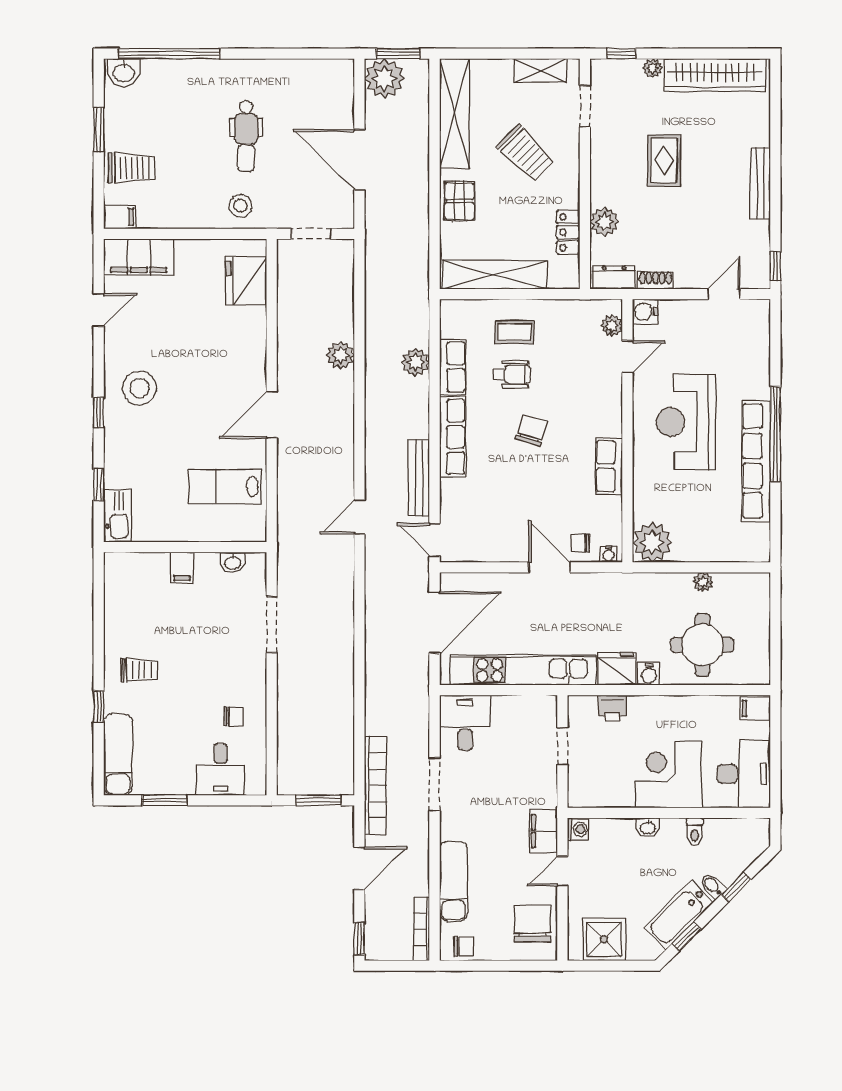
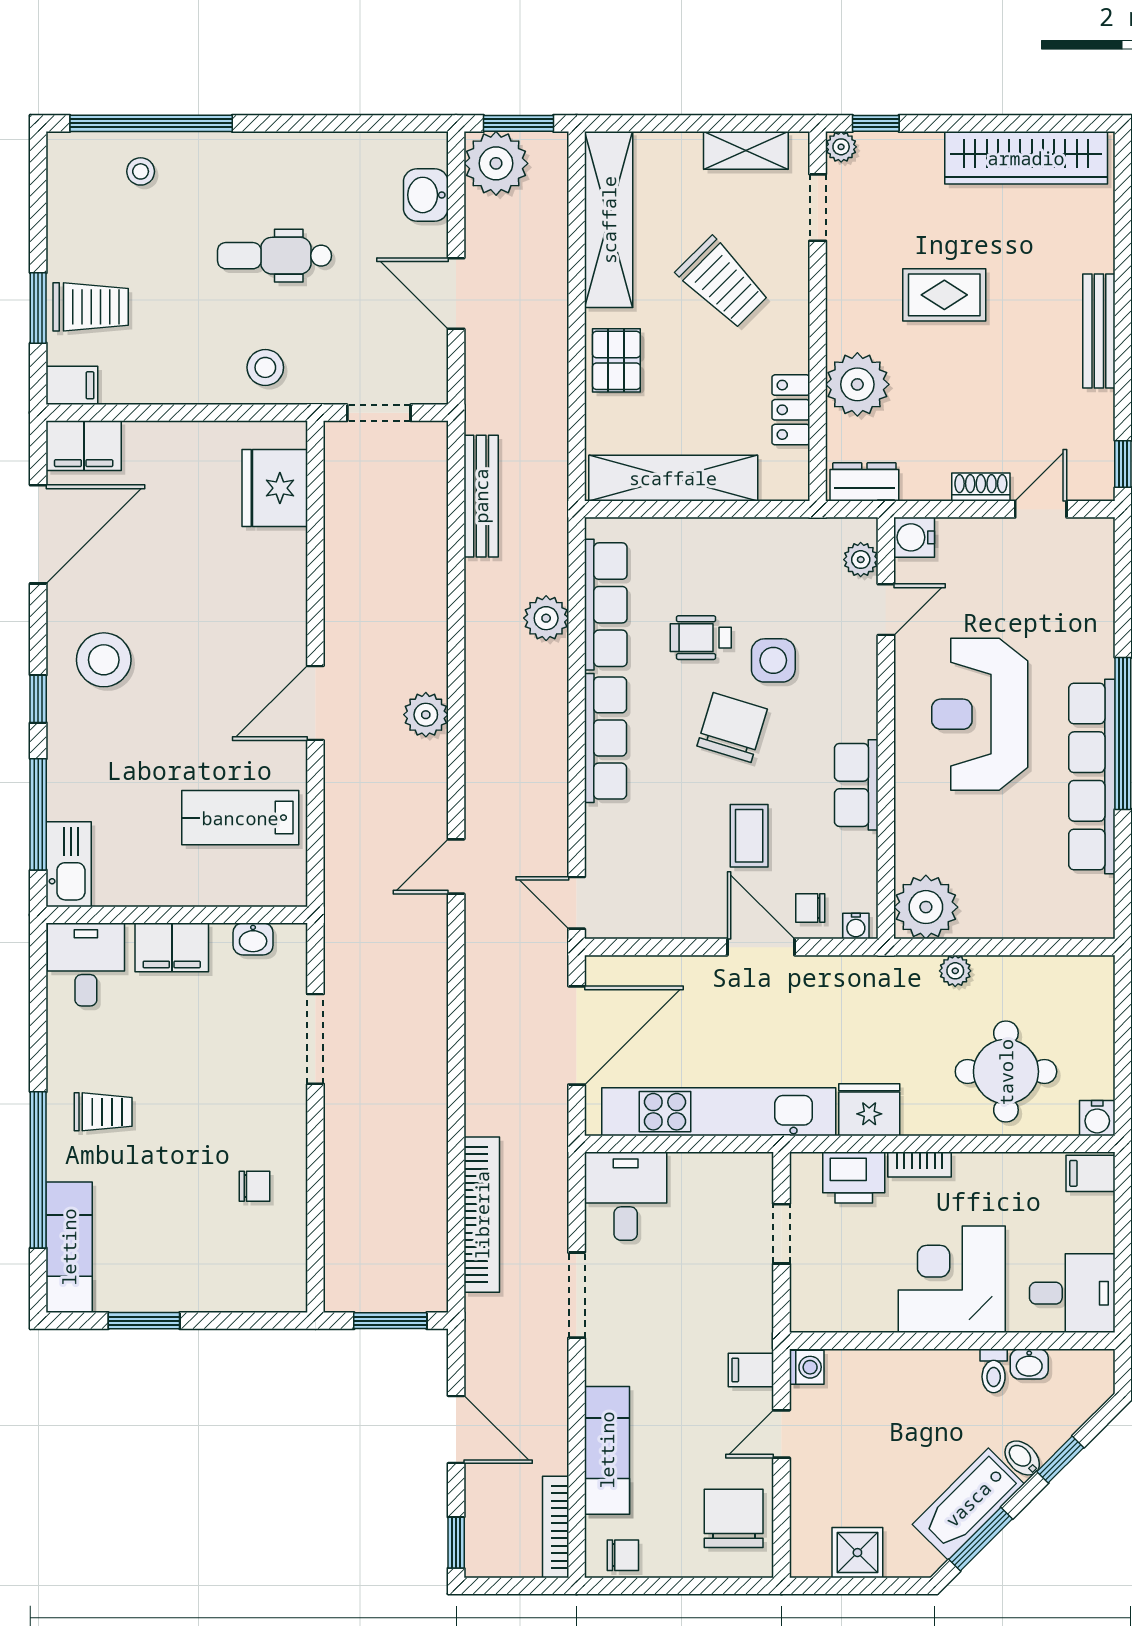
plant: (653, 68) -> (841, 147), moved
washbasin: (124, 72) -> (426, 195), moved, turned 90
stool: (163, 84) -> (141, 171), added
window: (99, 130) -> (38, 308), moved
dental chair: (246, 136) -> (275, 256), turned 90
door: (359, 160) -> (456, 294), width x0.73
rug: (664, 161) -> (944, 295), turned 90
plant: (604, 222) -> (857, 384), width x1.36, depth x1.36
filing cabinet: (139, 257) -> (84, 446), width x0.67, depth x0.86
shoe rack: (655, 280) -> (981, 487), moved
door: (99, 310) -> (38, 534), width x1.88
coffee table: (514, 332) -> (749, 836), moved, turned 90
plant: (340, 355) -> (426, 715), moved
row of seats: (453, 367) -> (606, 605), width x1.48
wheelchair: (512, 374) -> (701, 638), turned 180
side table: (557, 388) -> (773, 660), added
chair: (532, 430) -> (732, 727), width x1.37, depth x1.37
bench: (419, 478) -> (481, 496), moved
window: (99, 485) -> (38, 814), width x2.17
filing cabinet: (182, 567) -> (172, 947), width x2.00
plant: (703, 582) -> (955, 971), moved
water cooler: (649, 674) -> (1097, 1118), moved
bookcase: (648, 703) -> (920, 1165), added
window: (99, 706) -> (38, 1170), width x3.17
printer: (613, 708) -> (854, 1177), width x1.36, depth x1.24
desk: (221, 769) -> (86, 964), moved, turned 180
desk: (744, 774) -> (1072, 1293), width x0.73
bookcase: (375, 785) -> (482, 1215), moved
washbasin: (648, 827) -> (1029, 1364), moved
filing cabinet: (543, 831) -> (751, 1370), width x0.50
door: (359, 868) -> (456, 1429), hinge flipped
window: (687, 937) -> (981, 1539), width x1.50
shower: (604, 939) -> (857, 1553), width x0.73, depth x0.73

